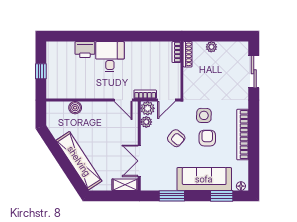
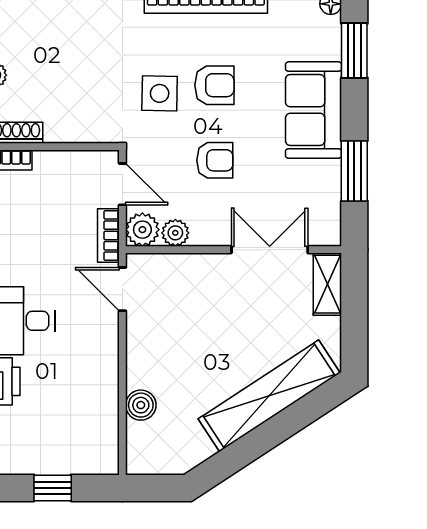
door: (123, 100) -> (122, 289), swing flipped
armchair: (176, 138) -> (215, 160), turned 50
armchair: (207, 138) -> (214, 85), turned 180
double door: (139, 161) -> (270, 250), swing flipped
sofa: (204, 179) -> (314, 110), width x0.73

